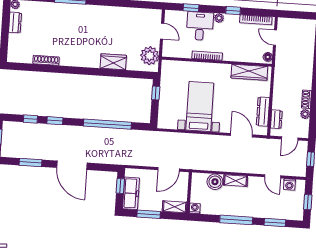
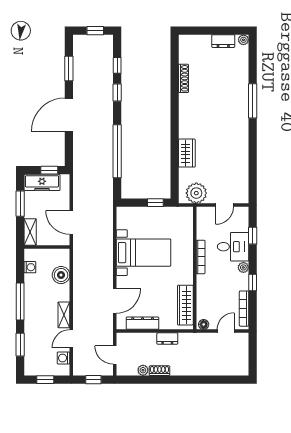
dresser: (276, 119) -> (167, 339), moved
shelving: (235, 181) -> (64, 315), moved
washing machine: (195, 208) -> (30, 267), moved

